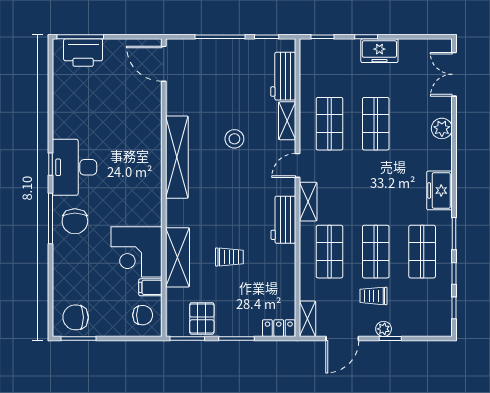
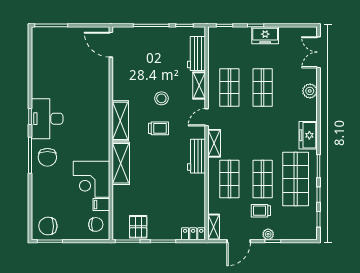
printer: (83, 53) -> (53, 37), removed
shelving: (177, 157) -> (120, 121), width x0.68
shop shelf: (422, 252) -> (296, 179), width x1.43, depth x1.36
shelving: (177, 257) -> (121, 163), moved
trolley: (229, 257) -> (159, 128), moved

